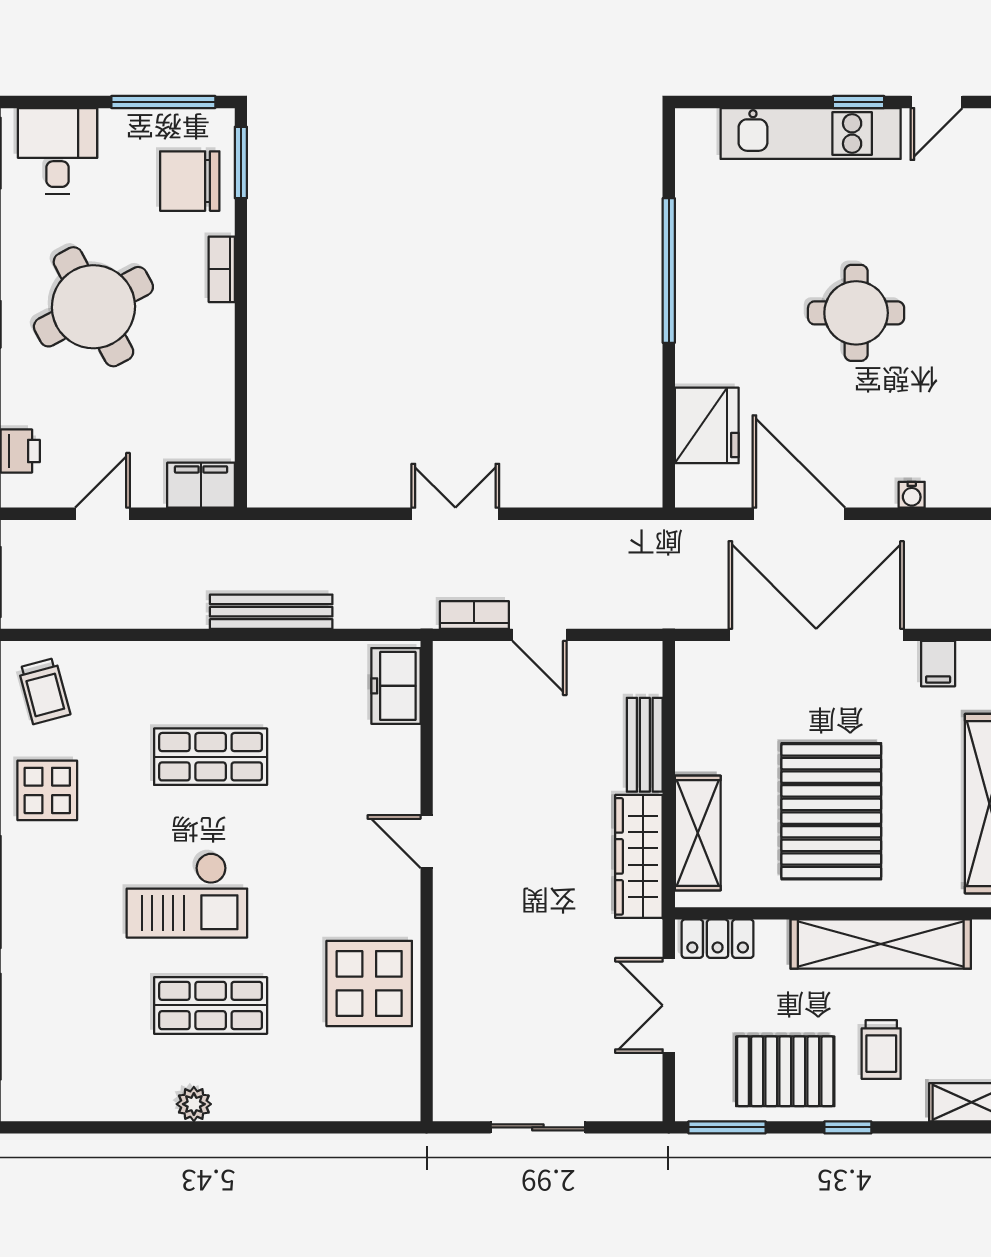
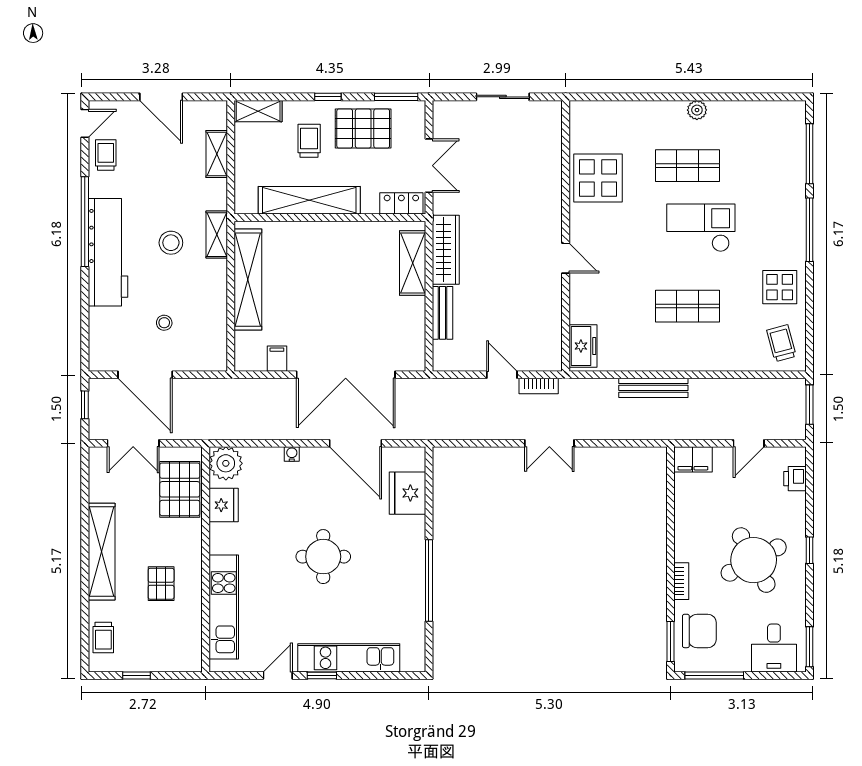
pallet: (831, 811) -> (337, 275), removed

